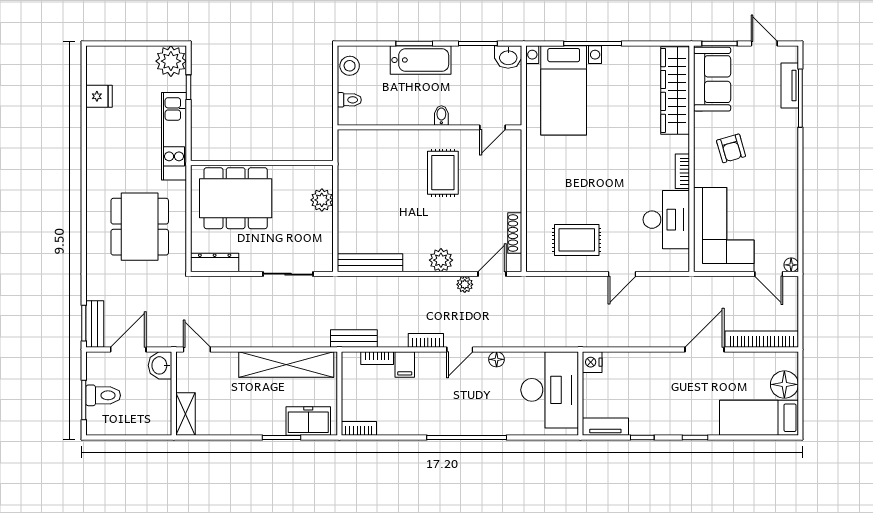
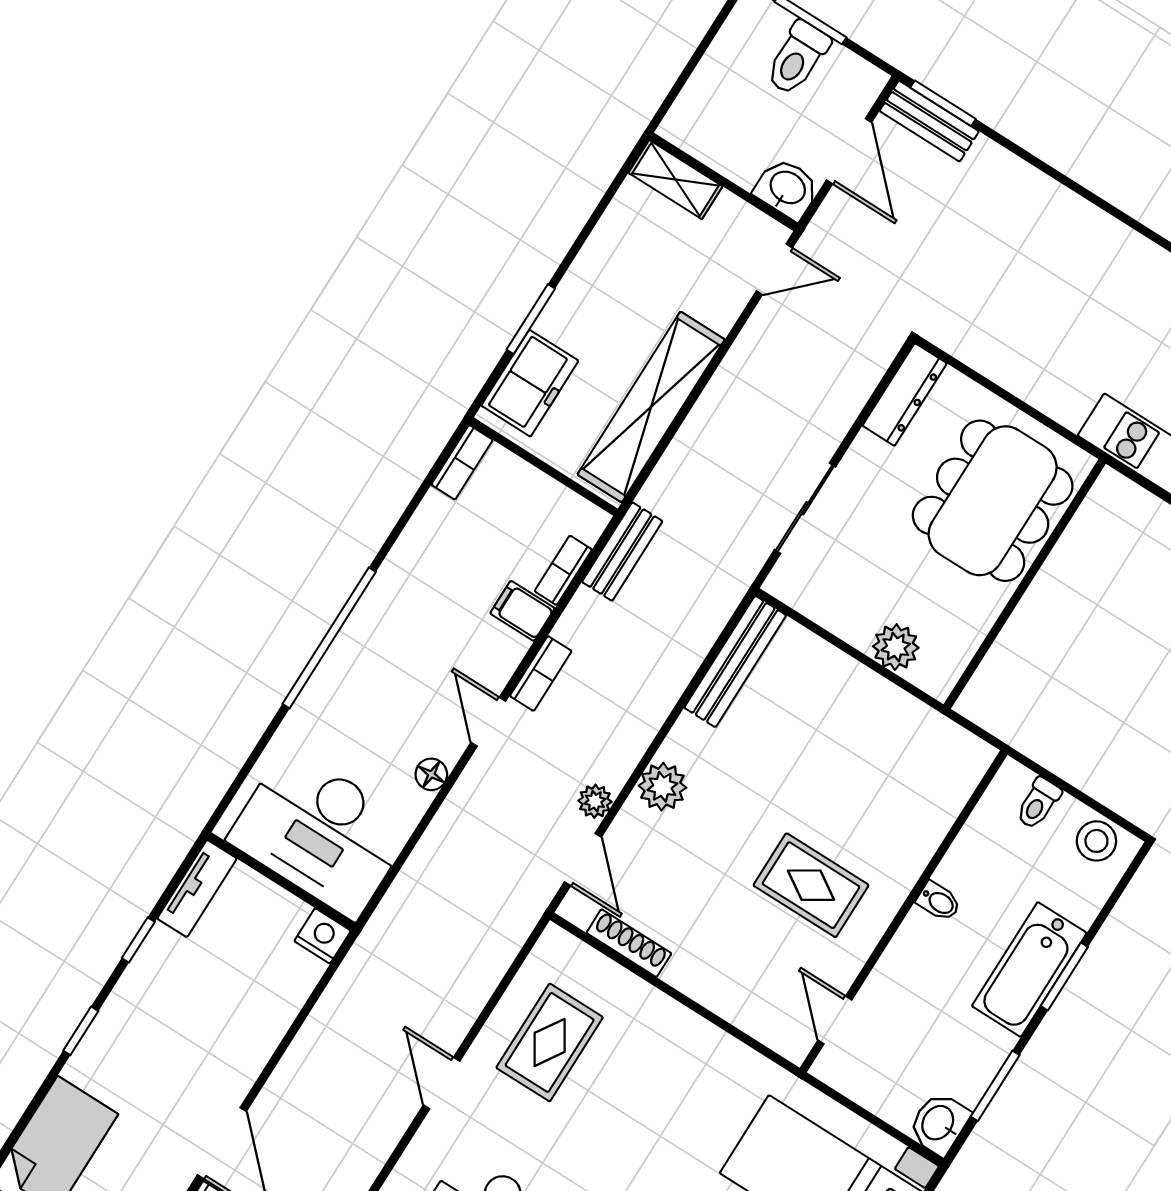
bidet: (441, 115) -> (939, 901), moved
dining table: (140, 227) -> (1048, 305), removed

